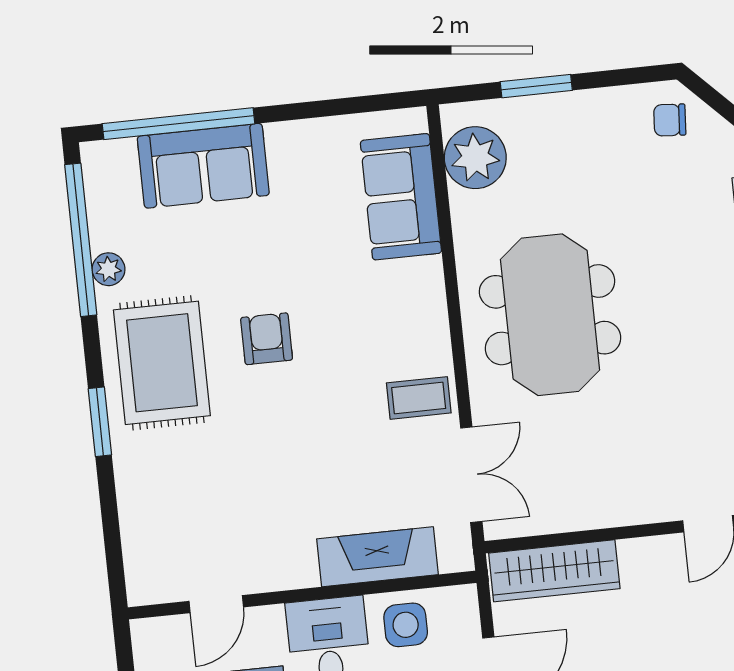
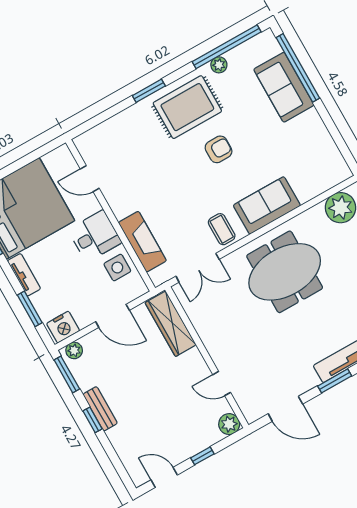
sofa: (401, 197) -> (267, 205), moved

